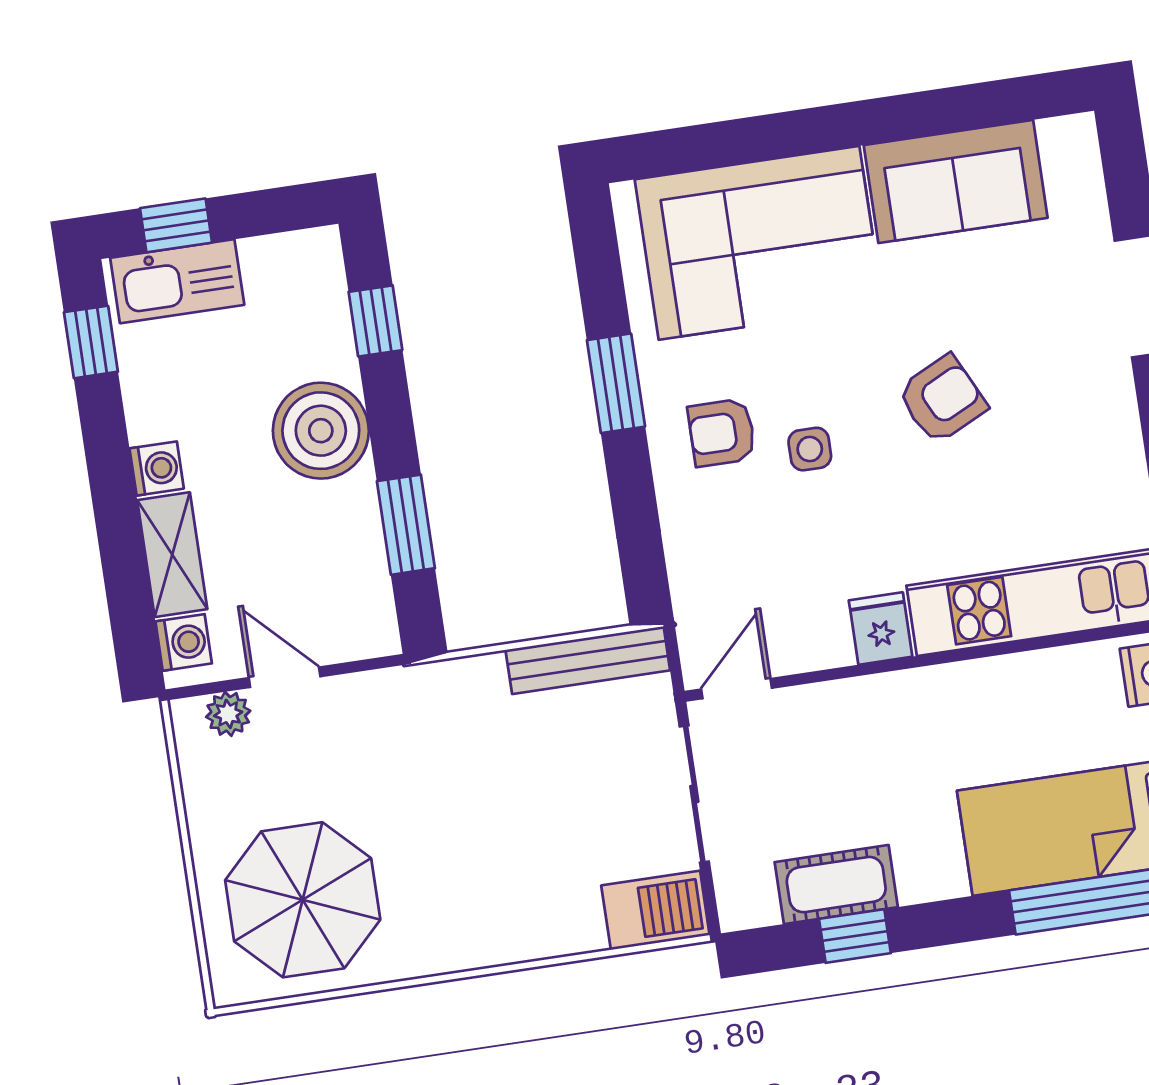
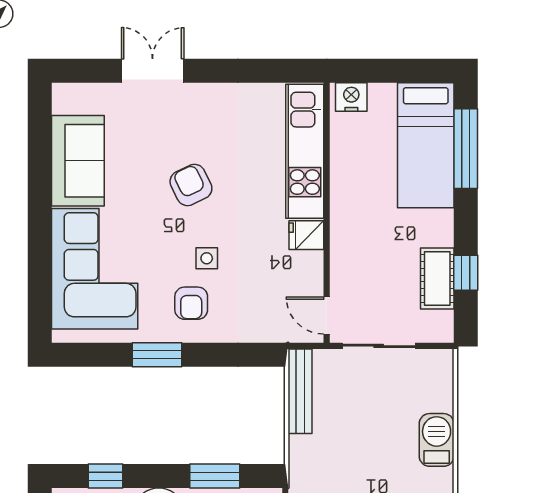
barbecue: (655, 910) -> (437, 440), moved

